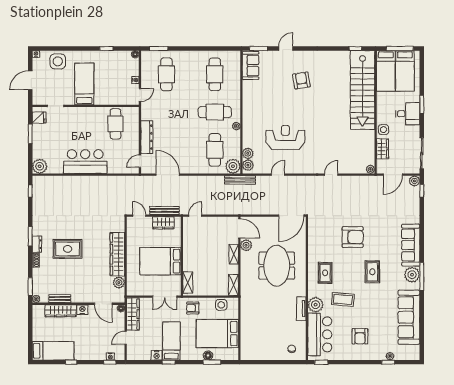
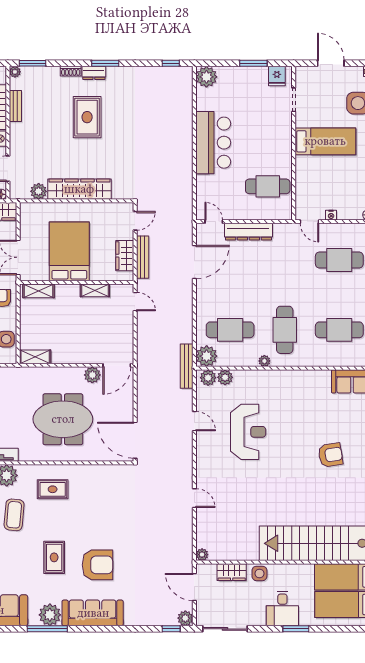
armchair: (353, 237) -> (97, 565), moved, turned -90
shelving: (234, 254) -> (95, 290), moved
rug: (372, 272) -> (54, 557), turned 90

